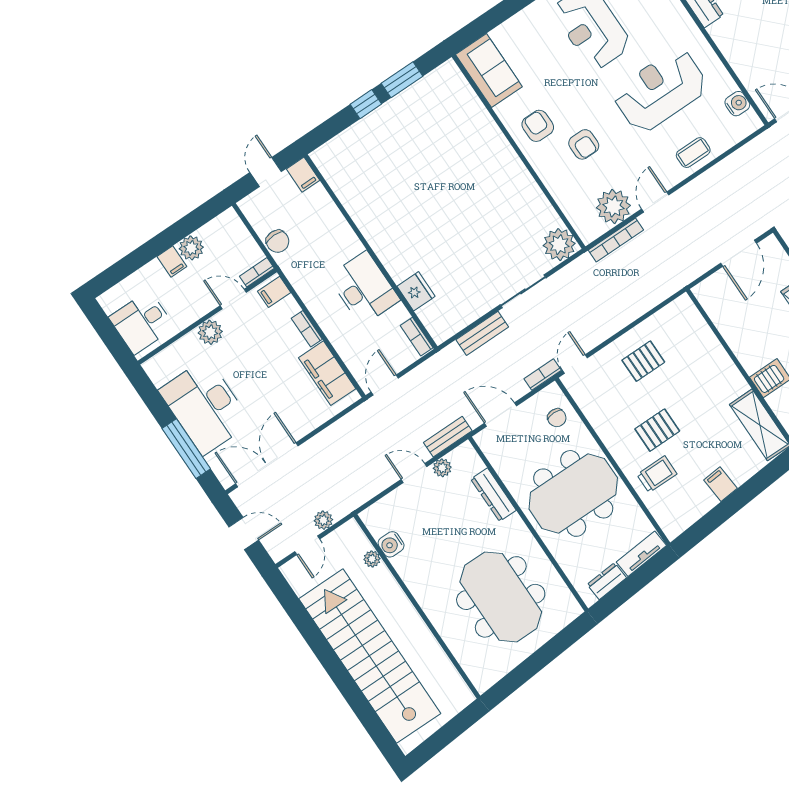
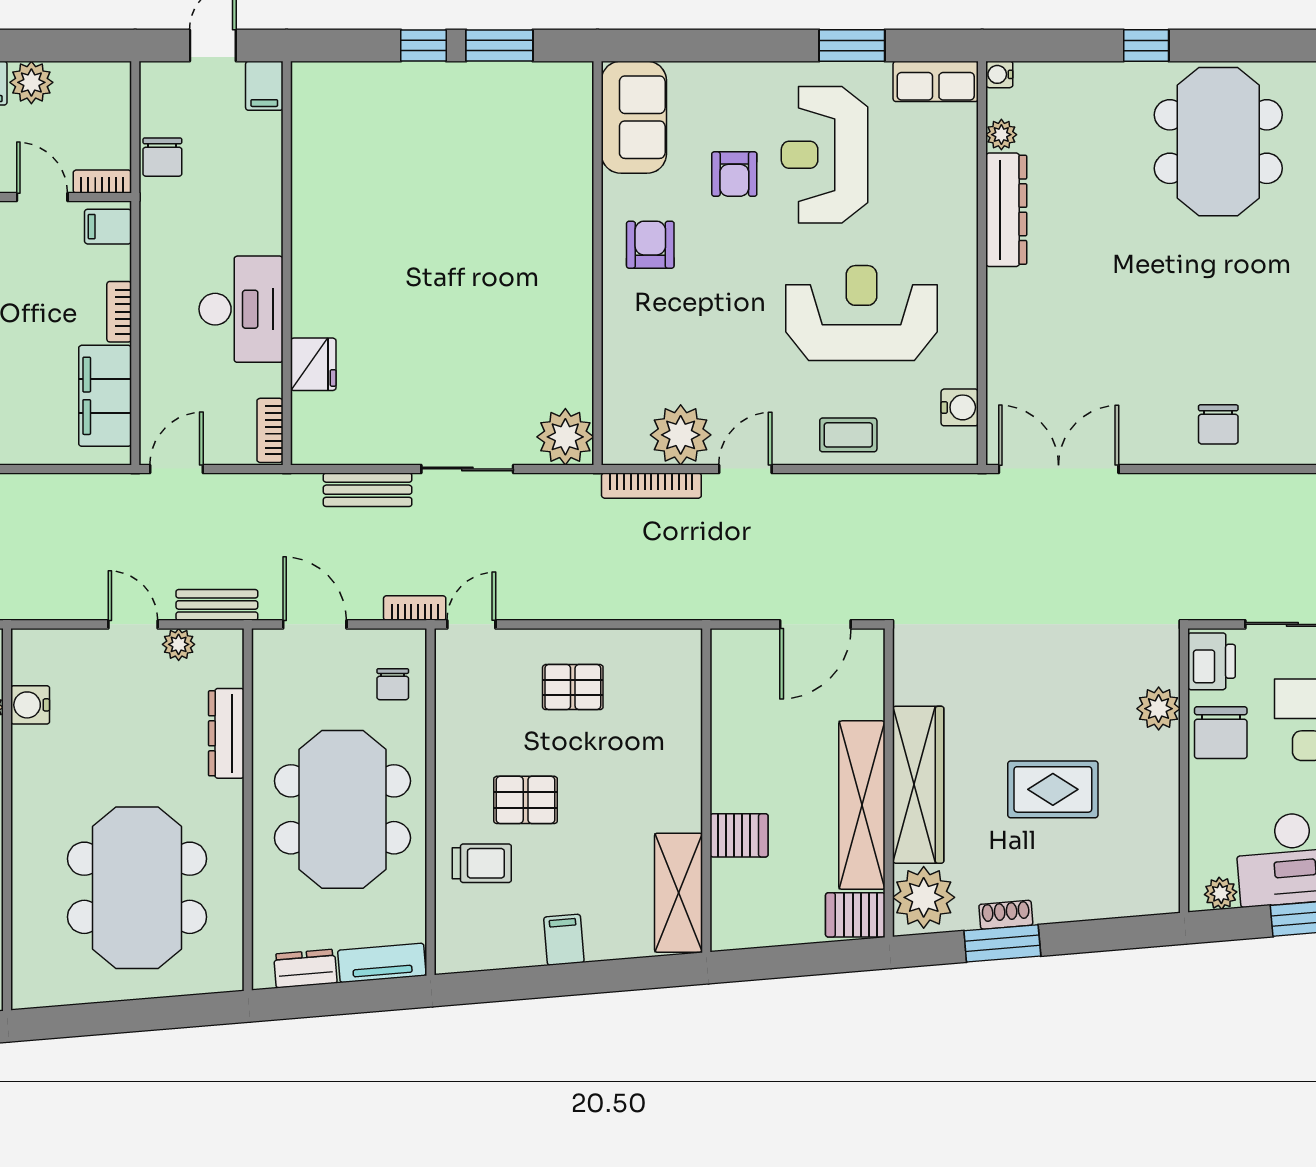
armchair: (584, 144) -> (734, 174), moved
meeting table: (573, 493) -> (342, 809), turned 90

